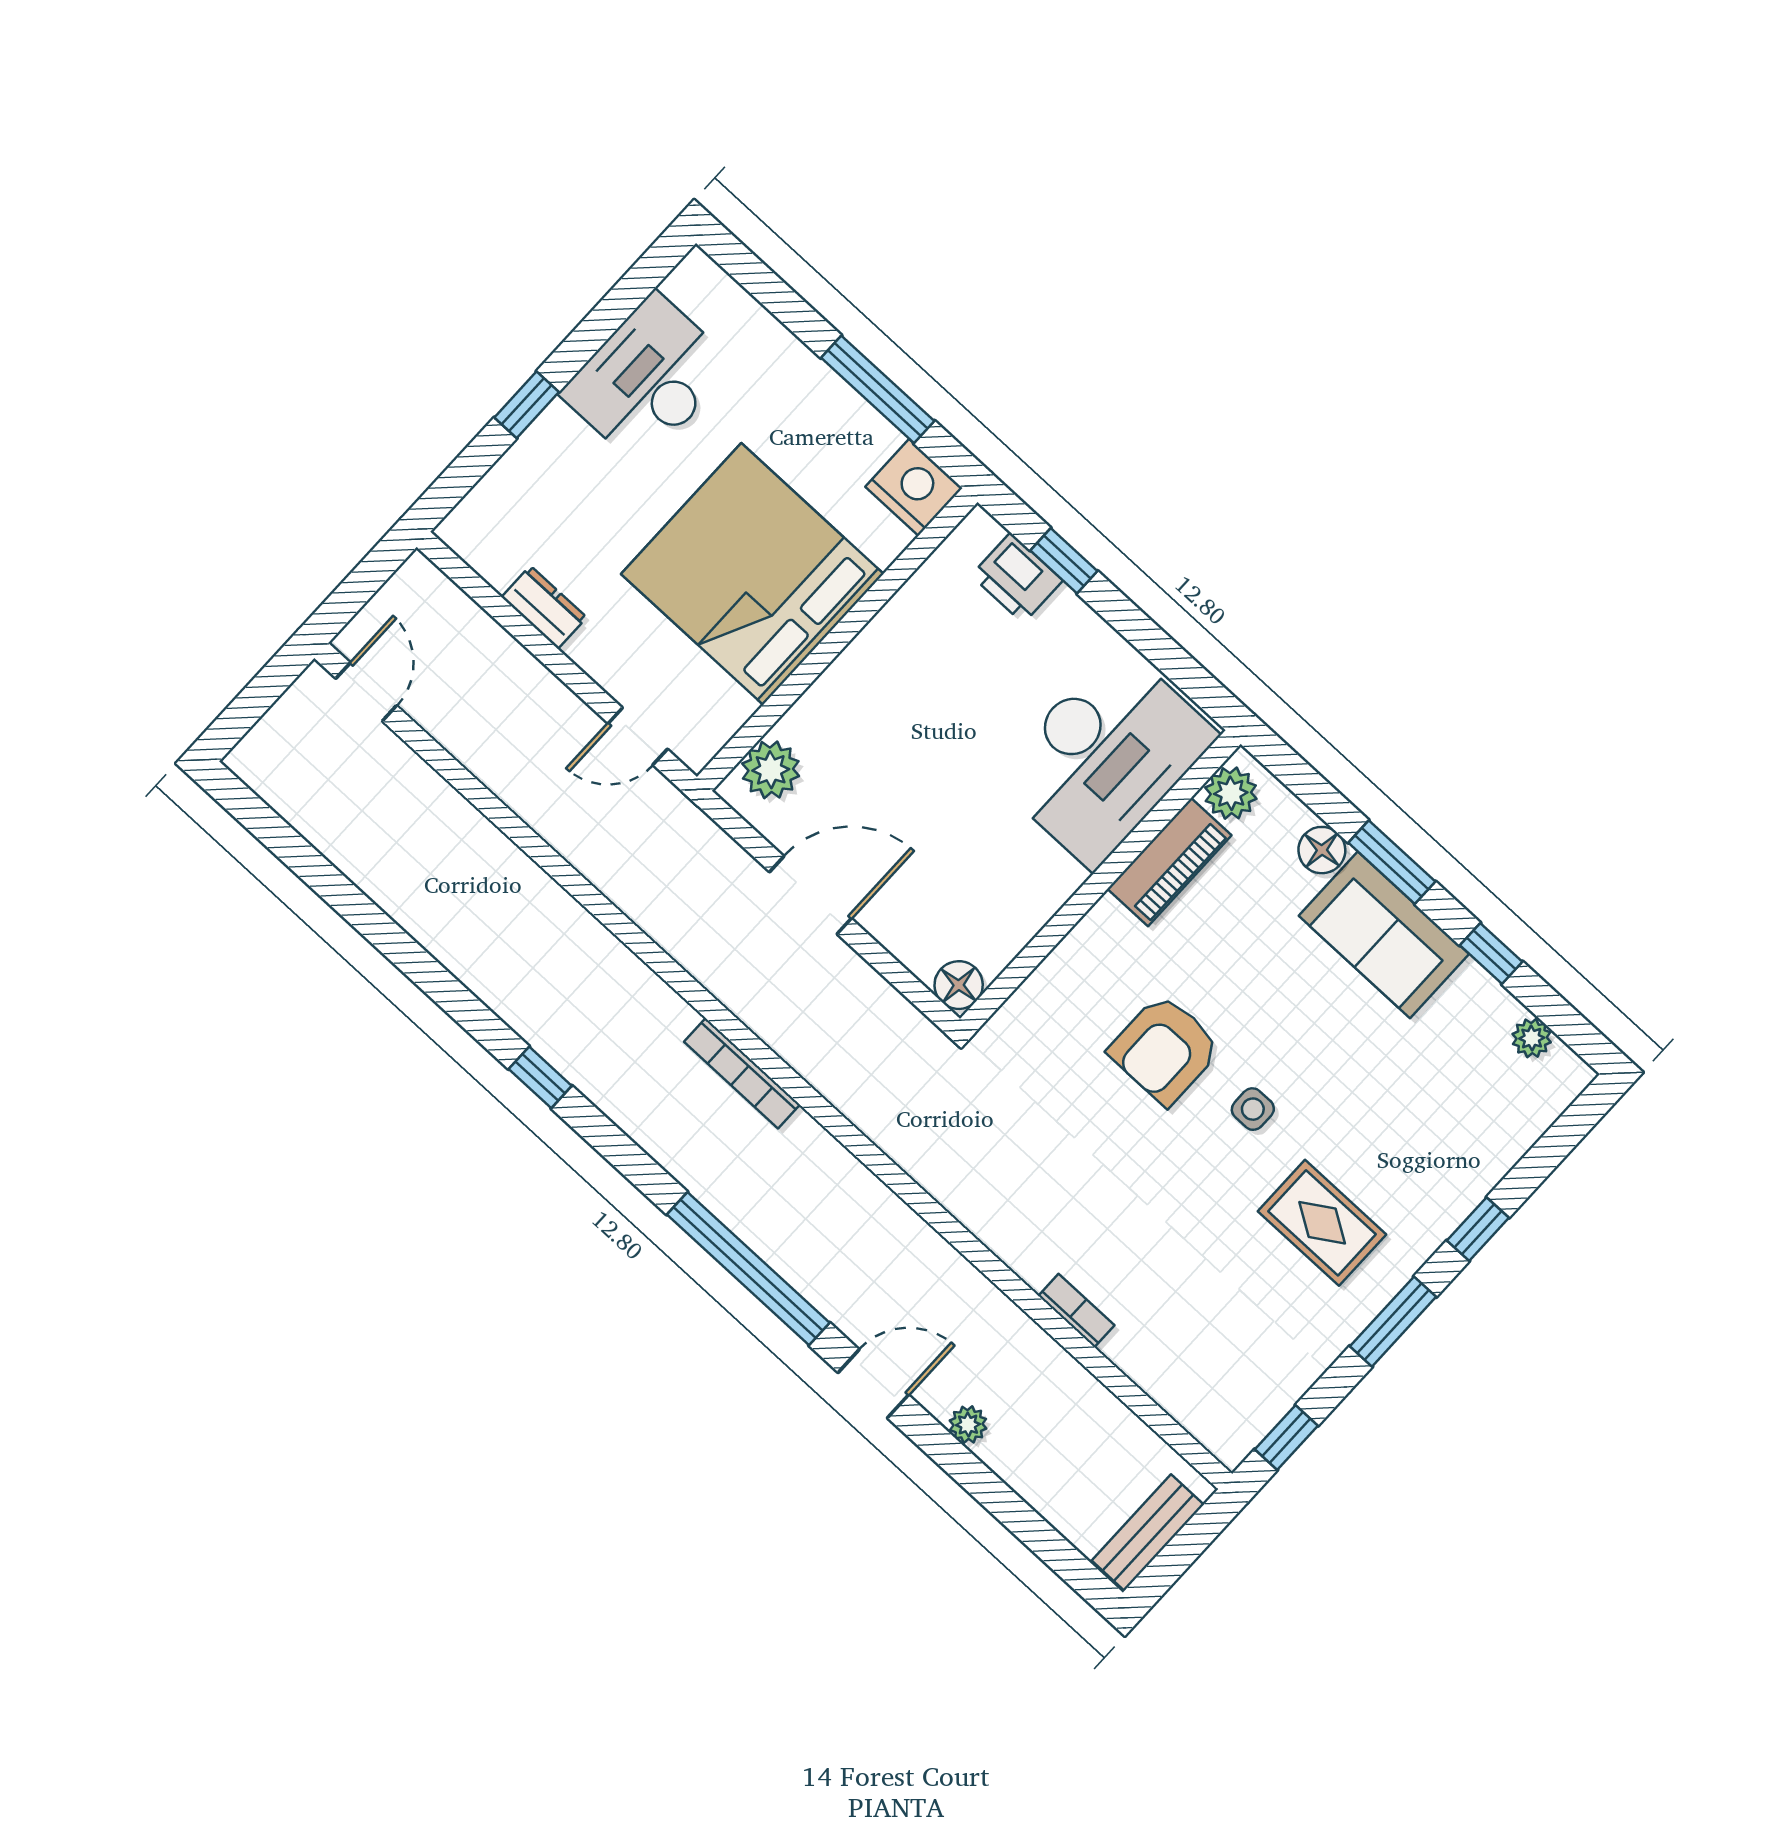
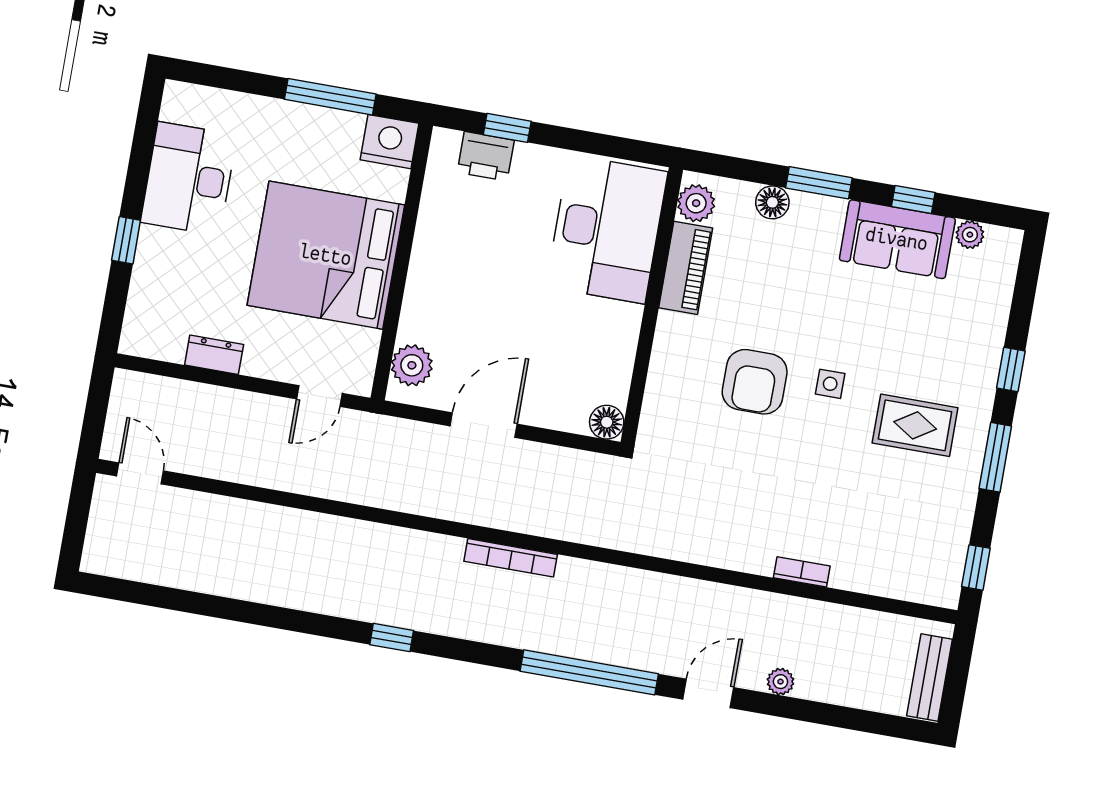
sofa: (1384, 935) -> (897, 239), moved

